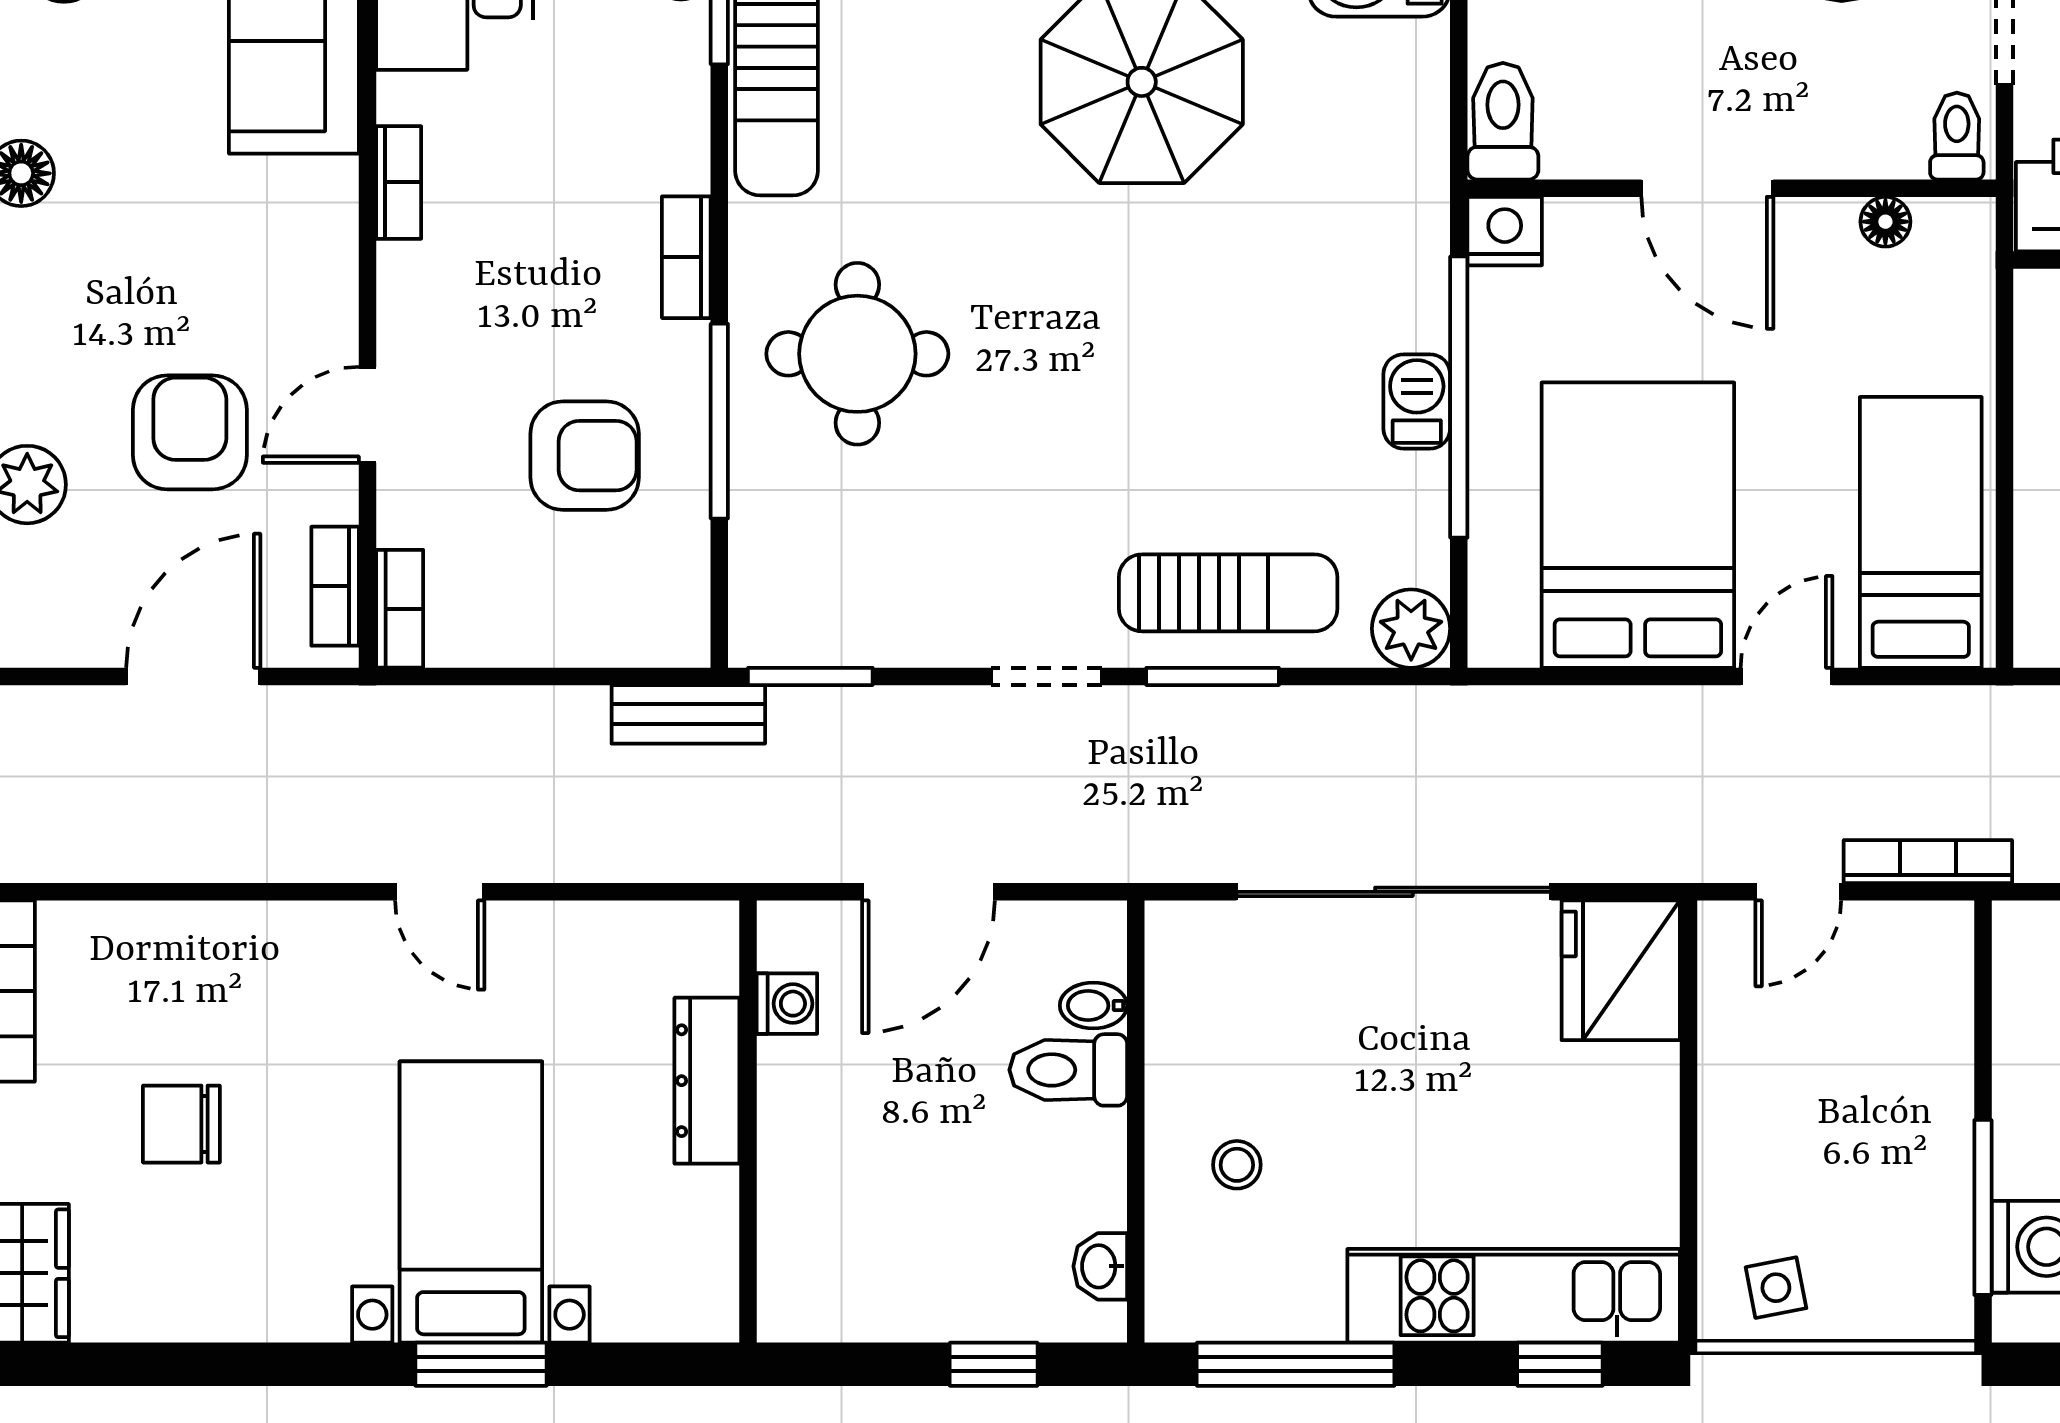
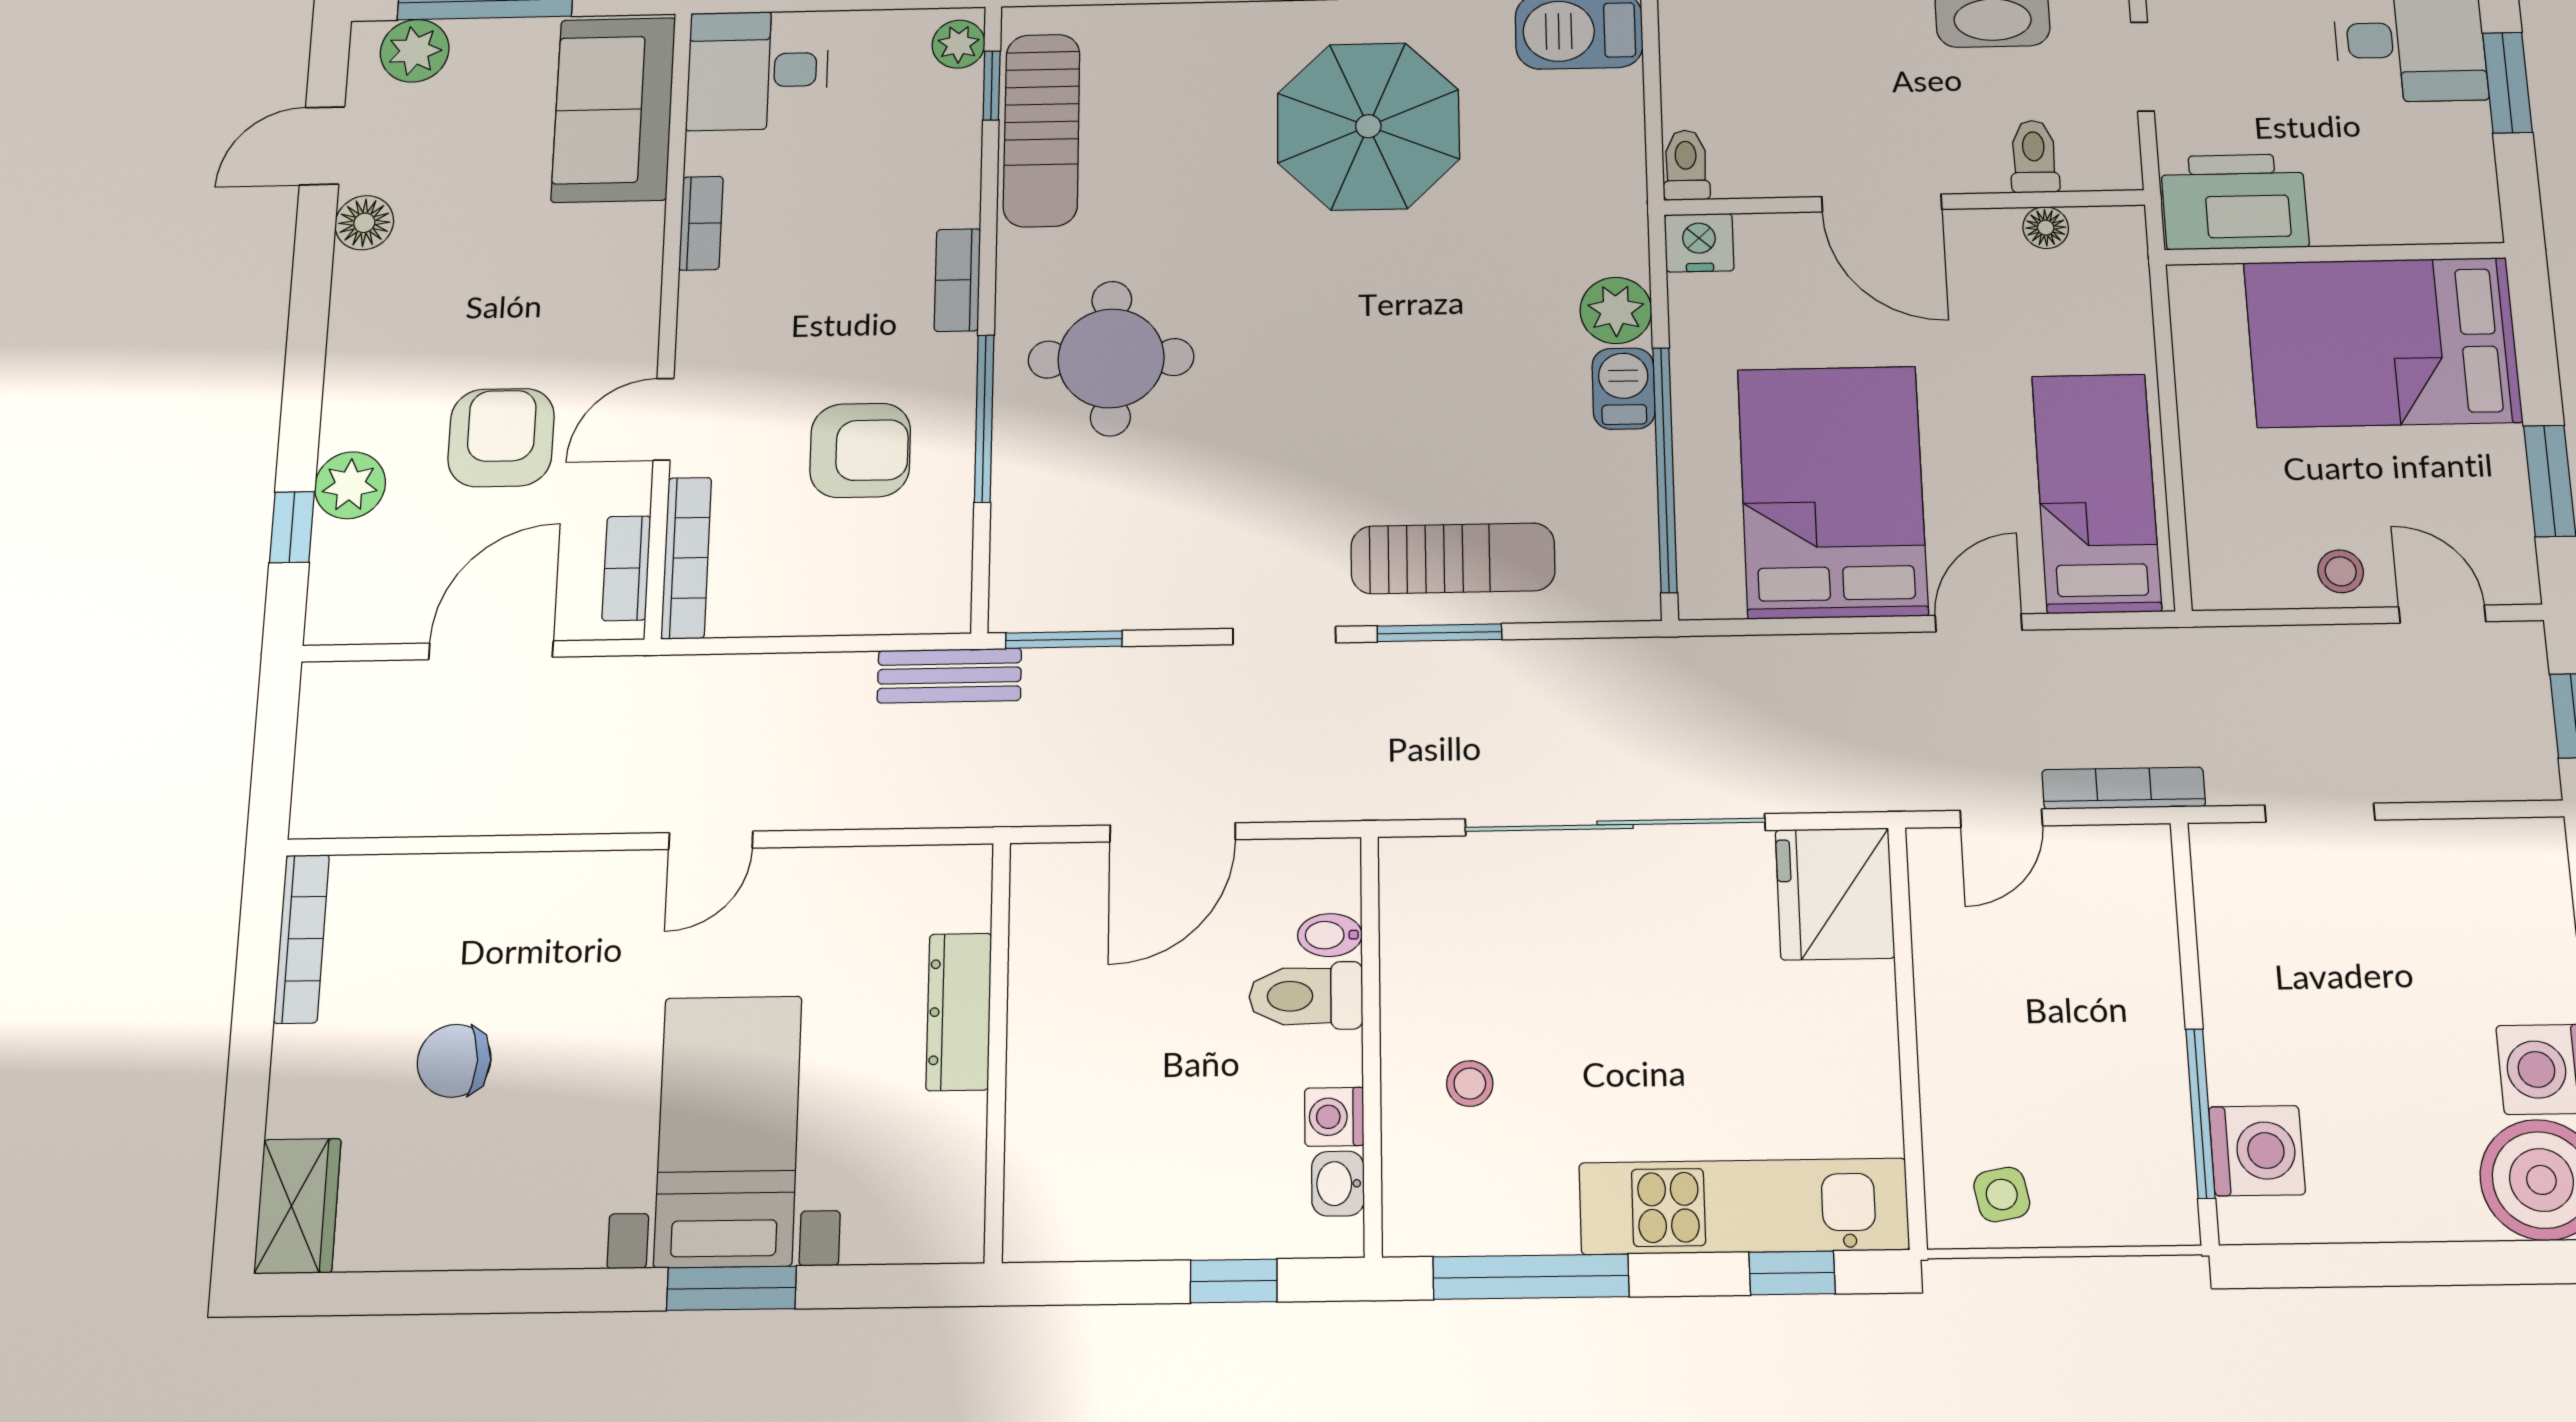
toilet: (1503, 121) -> (1686, 165), width x0.73, depth x0.72
toilet: (1957, 136) -> (2034, 156), moved
window: (1459, 397) -> (1665, 469), moved
bookcase: (400, 609) -> (686, 558), width x1.56
plant: (1411, 629) -> (1616, 310), moved
door: (440, 892) -> (711, 840), hinge flipped
washing machine: (787, 1004) -> (1334, 1117), moved, turned 180

